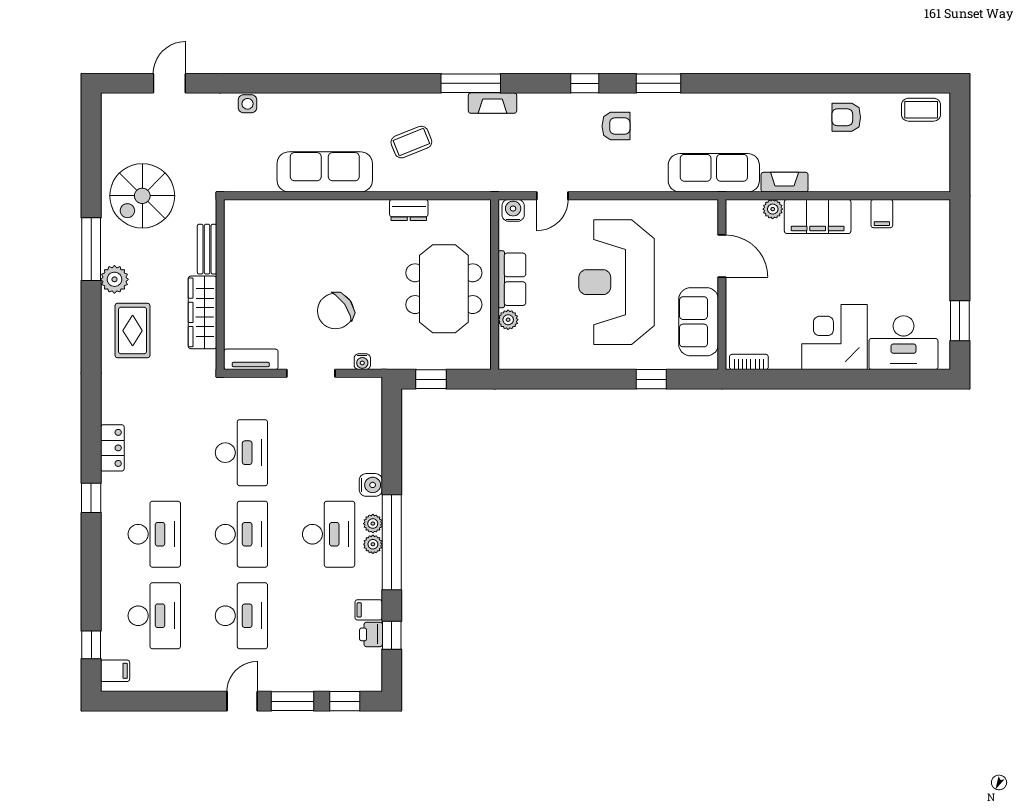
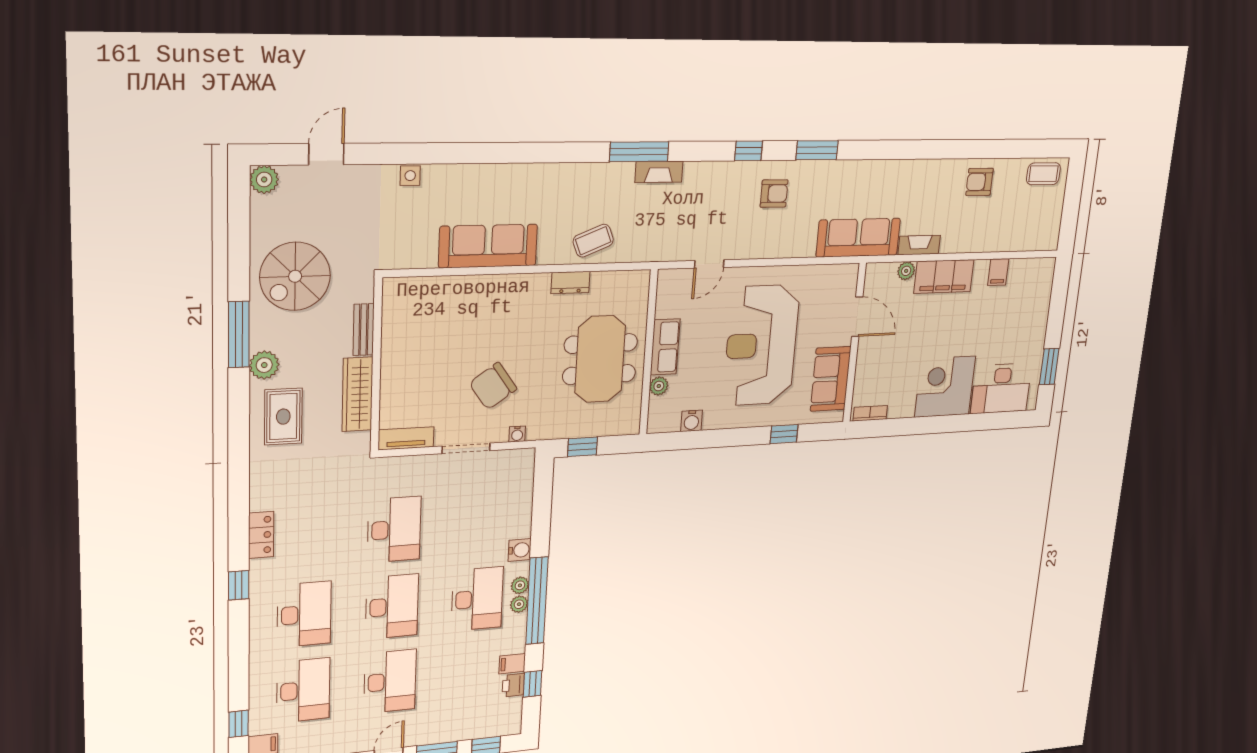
plant: (114, 106) -> (264, 180), added
coffee table: (411, 142) -> (593, 241), moved
water cooler: (513, 210) -> (691, 421), moved, turned 180

